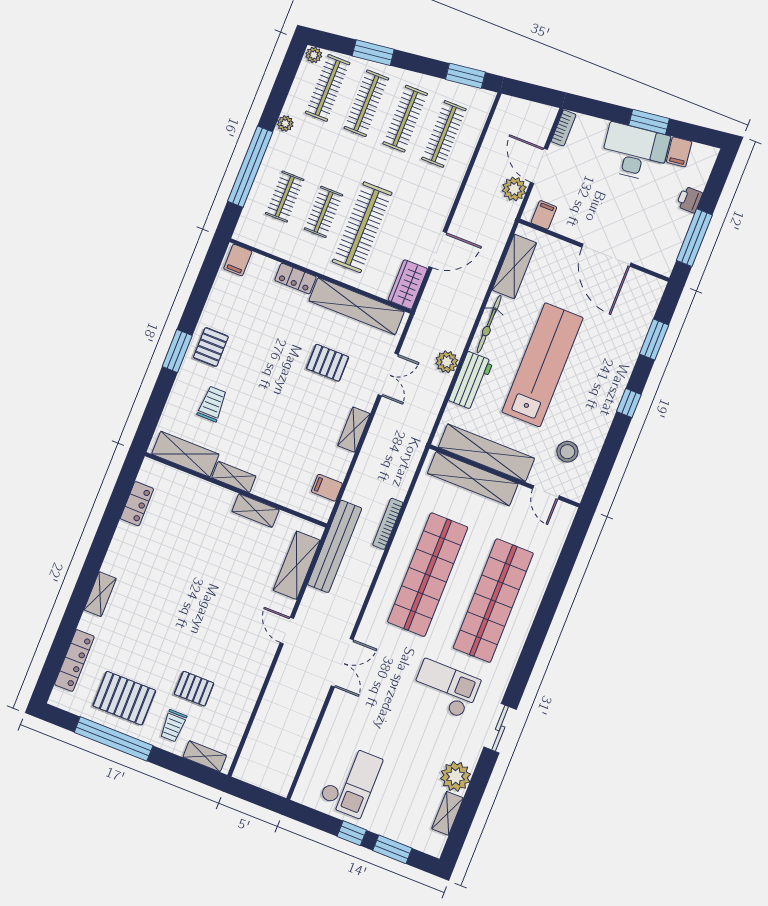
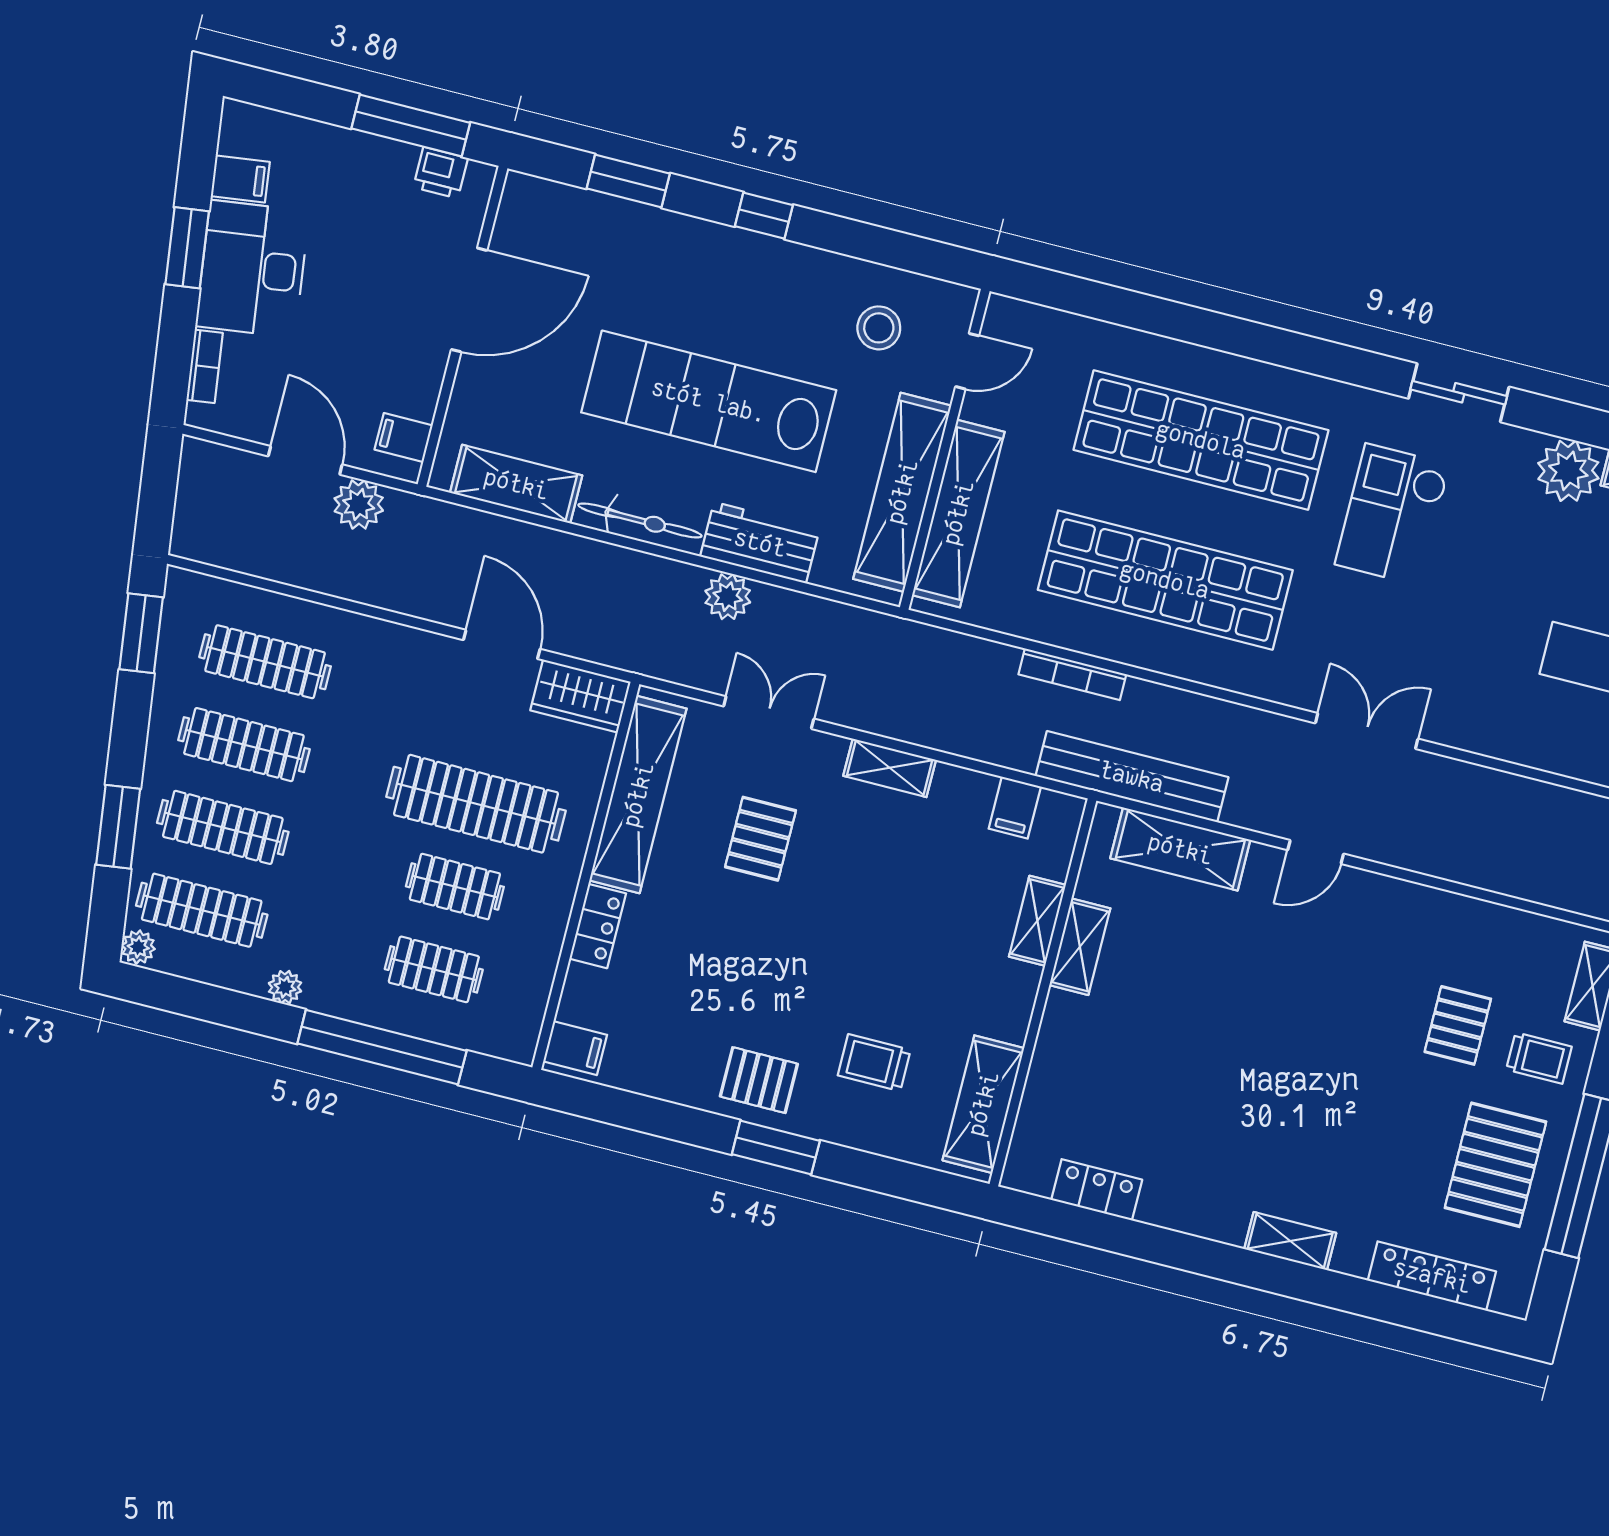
bookcase: (564, 128) -> (205, 366), moved, turned 82
door: (539, 166) -> (305, 460), swing flipped
printer: (689, 200) -> (441, 173), moved
shelving: (234, 477) -> (1037, 921), moved

